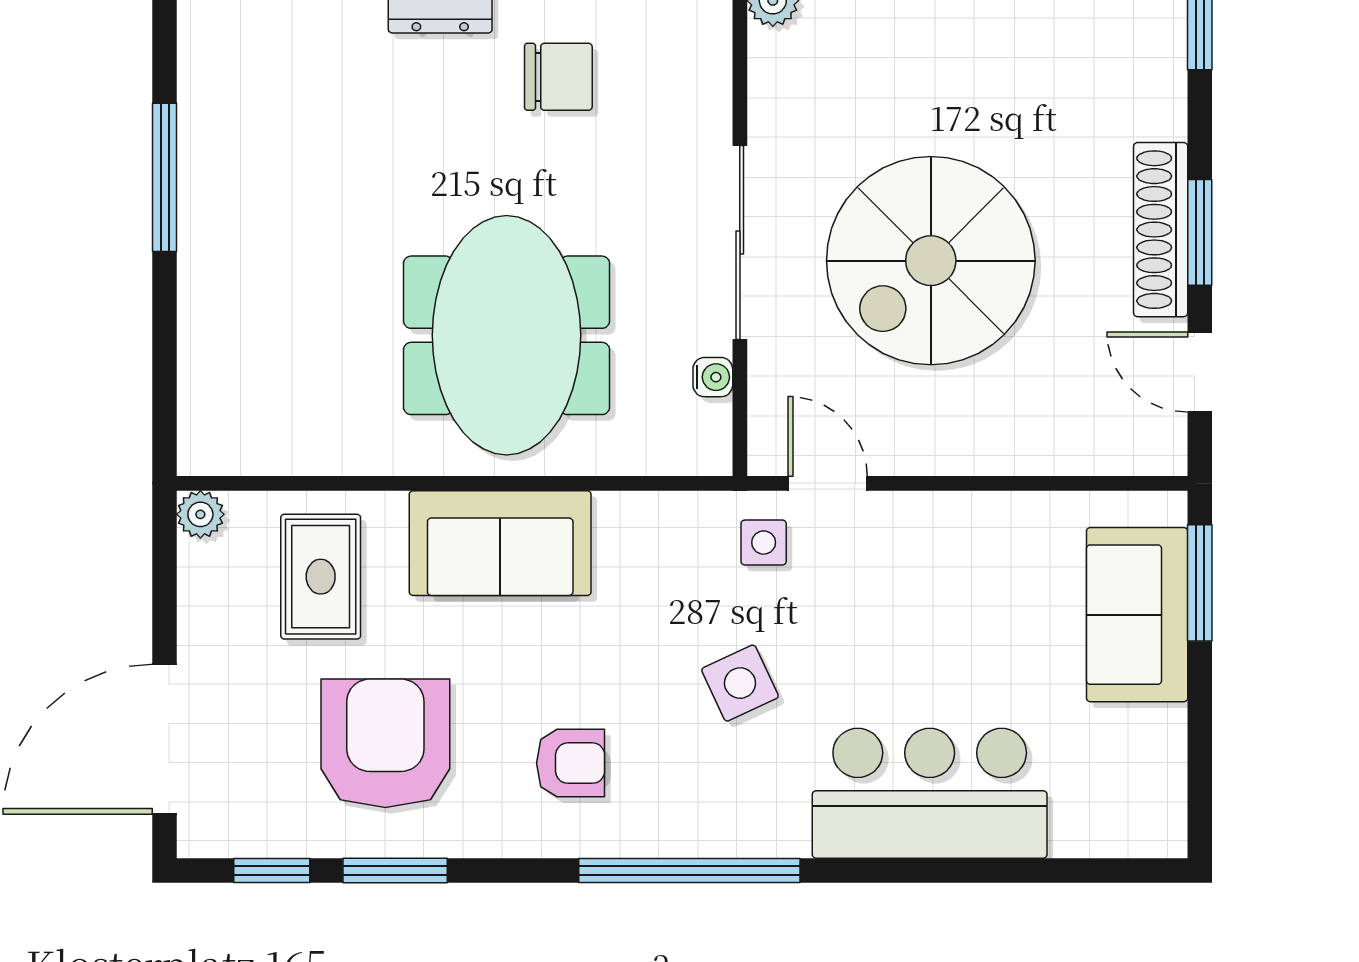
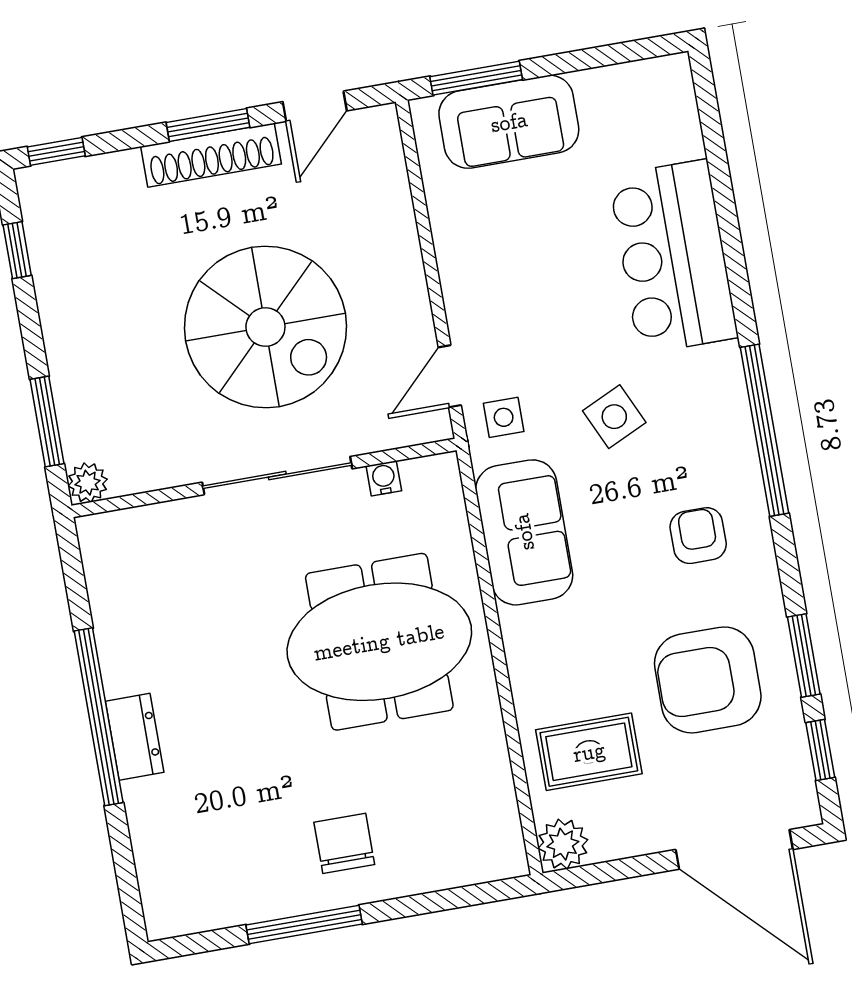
chair: (558, 77) -> (344, 843), moved
plant: (200, 514) -> (563, 844), width x1.38, depth x1.38
sofa: (500, 543) -> (524, 532), moved

